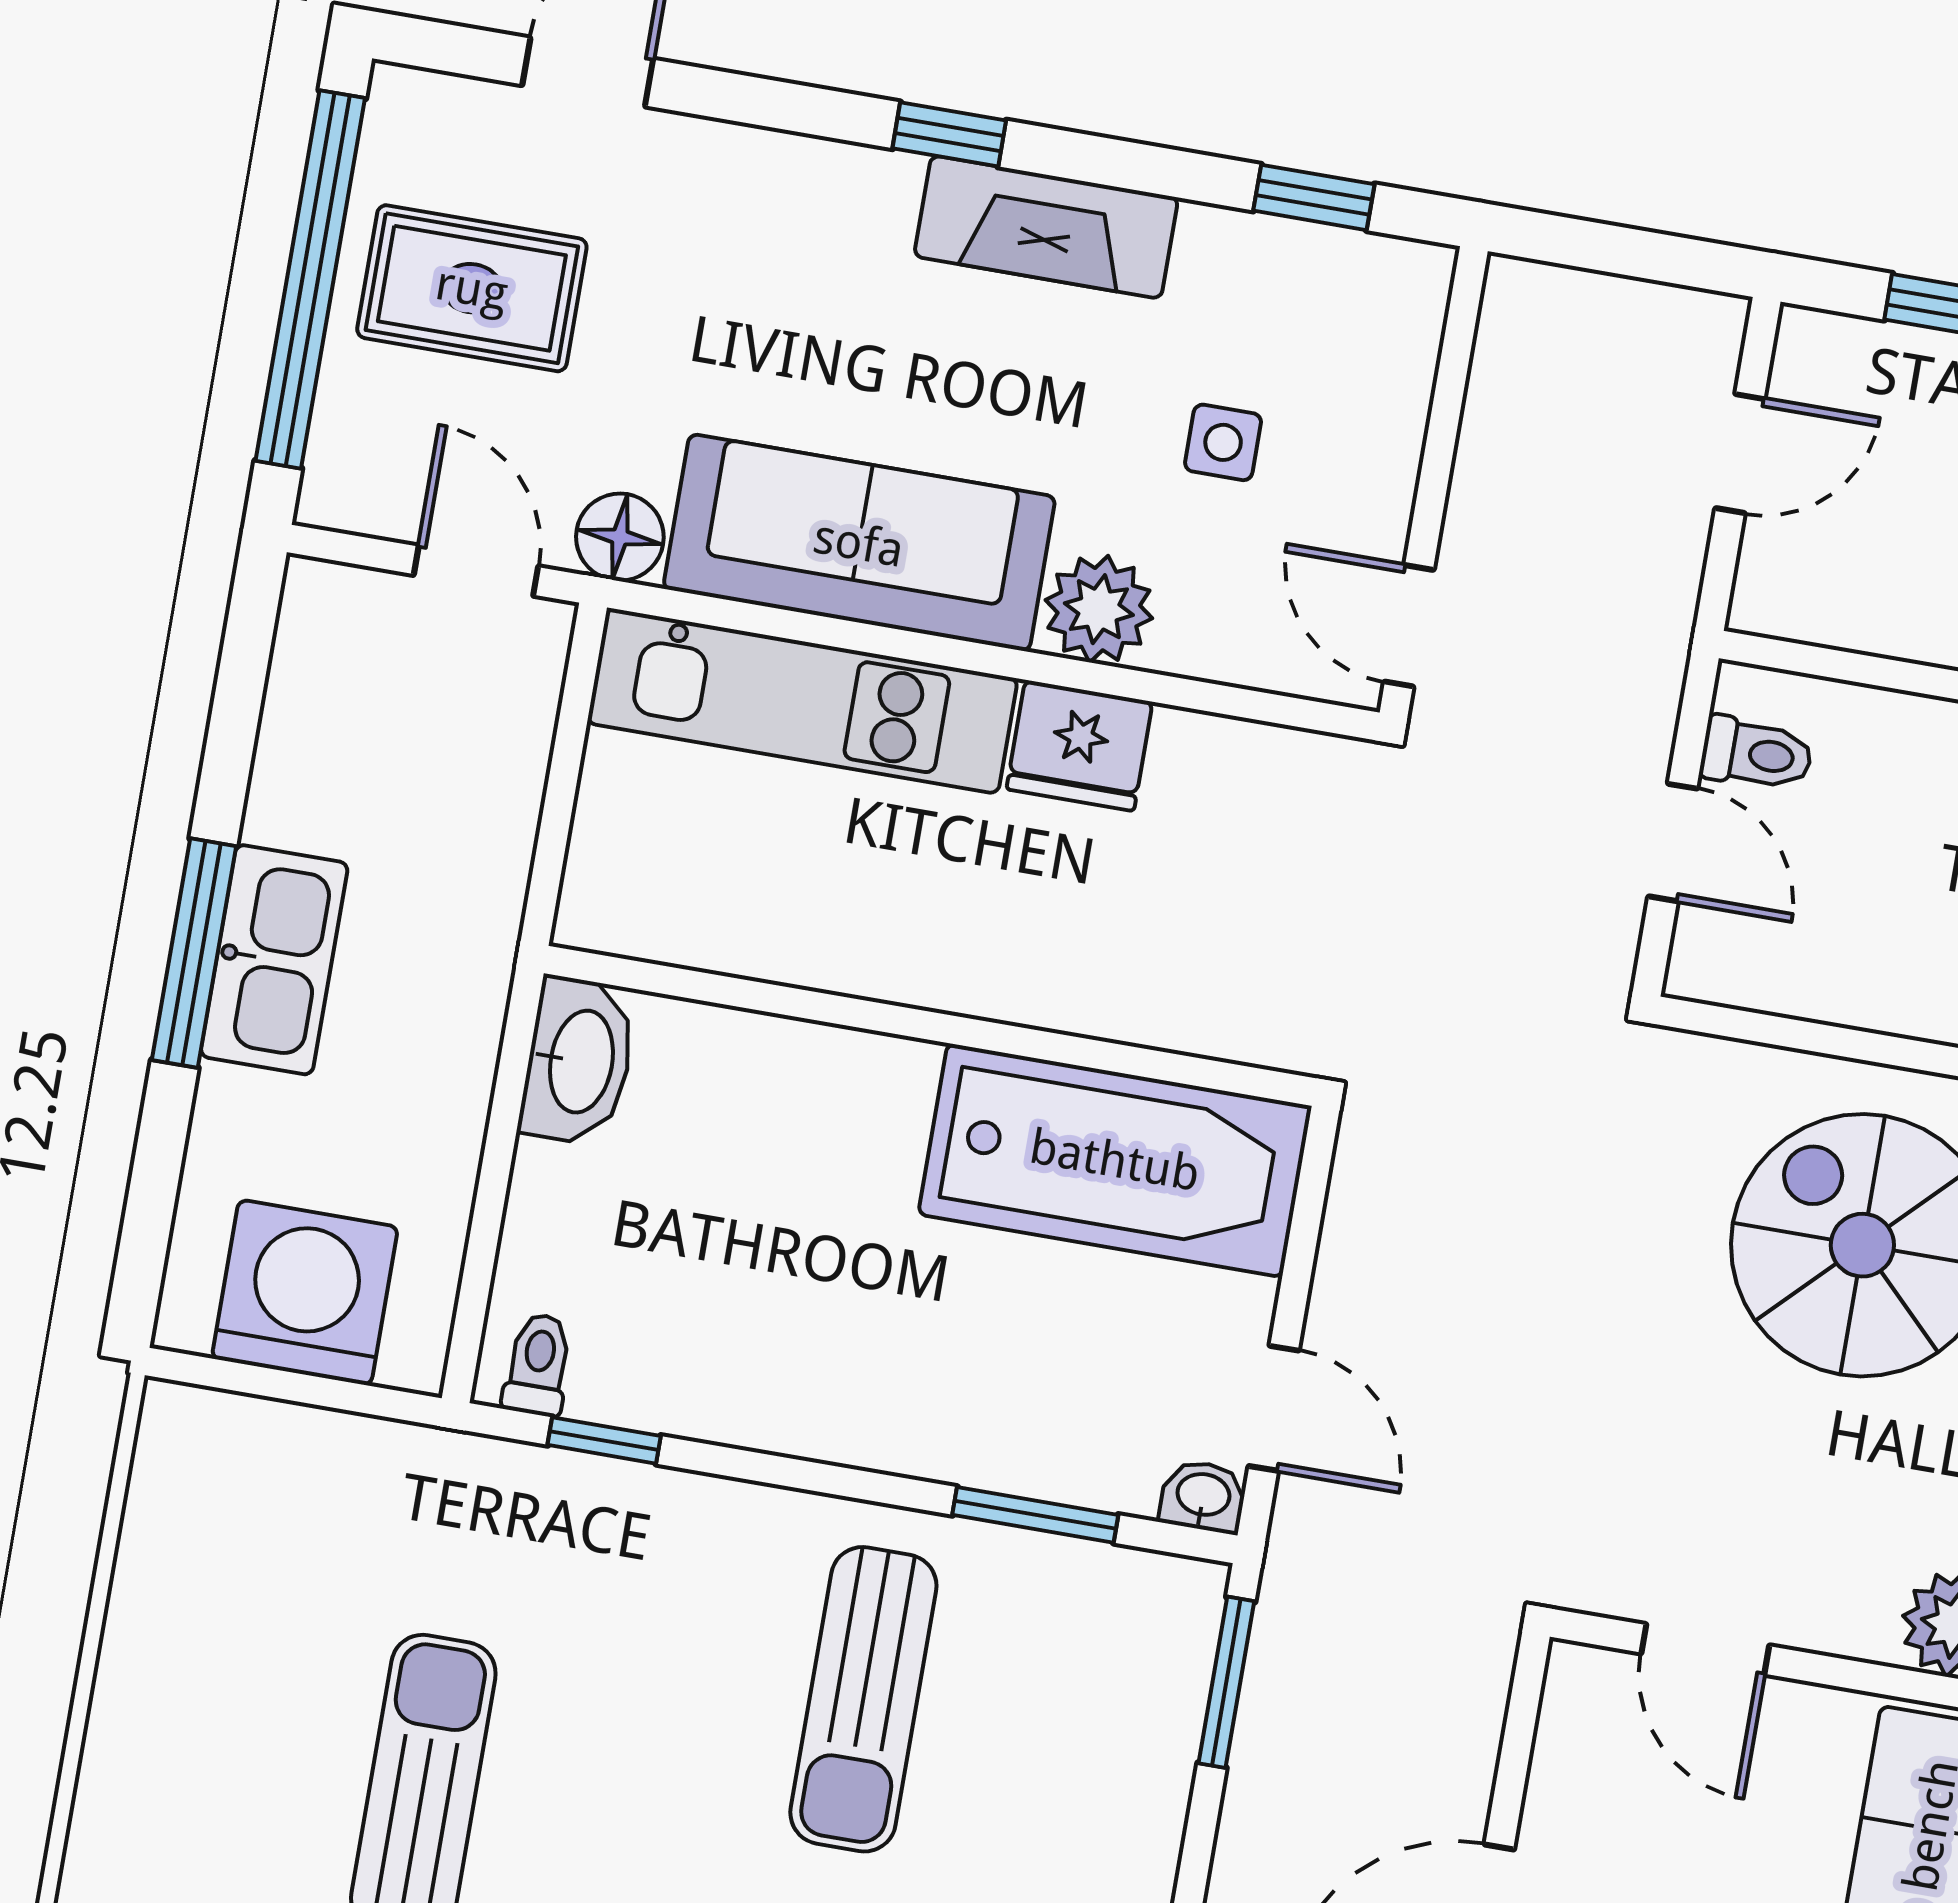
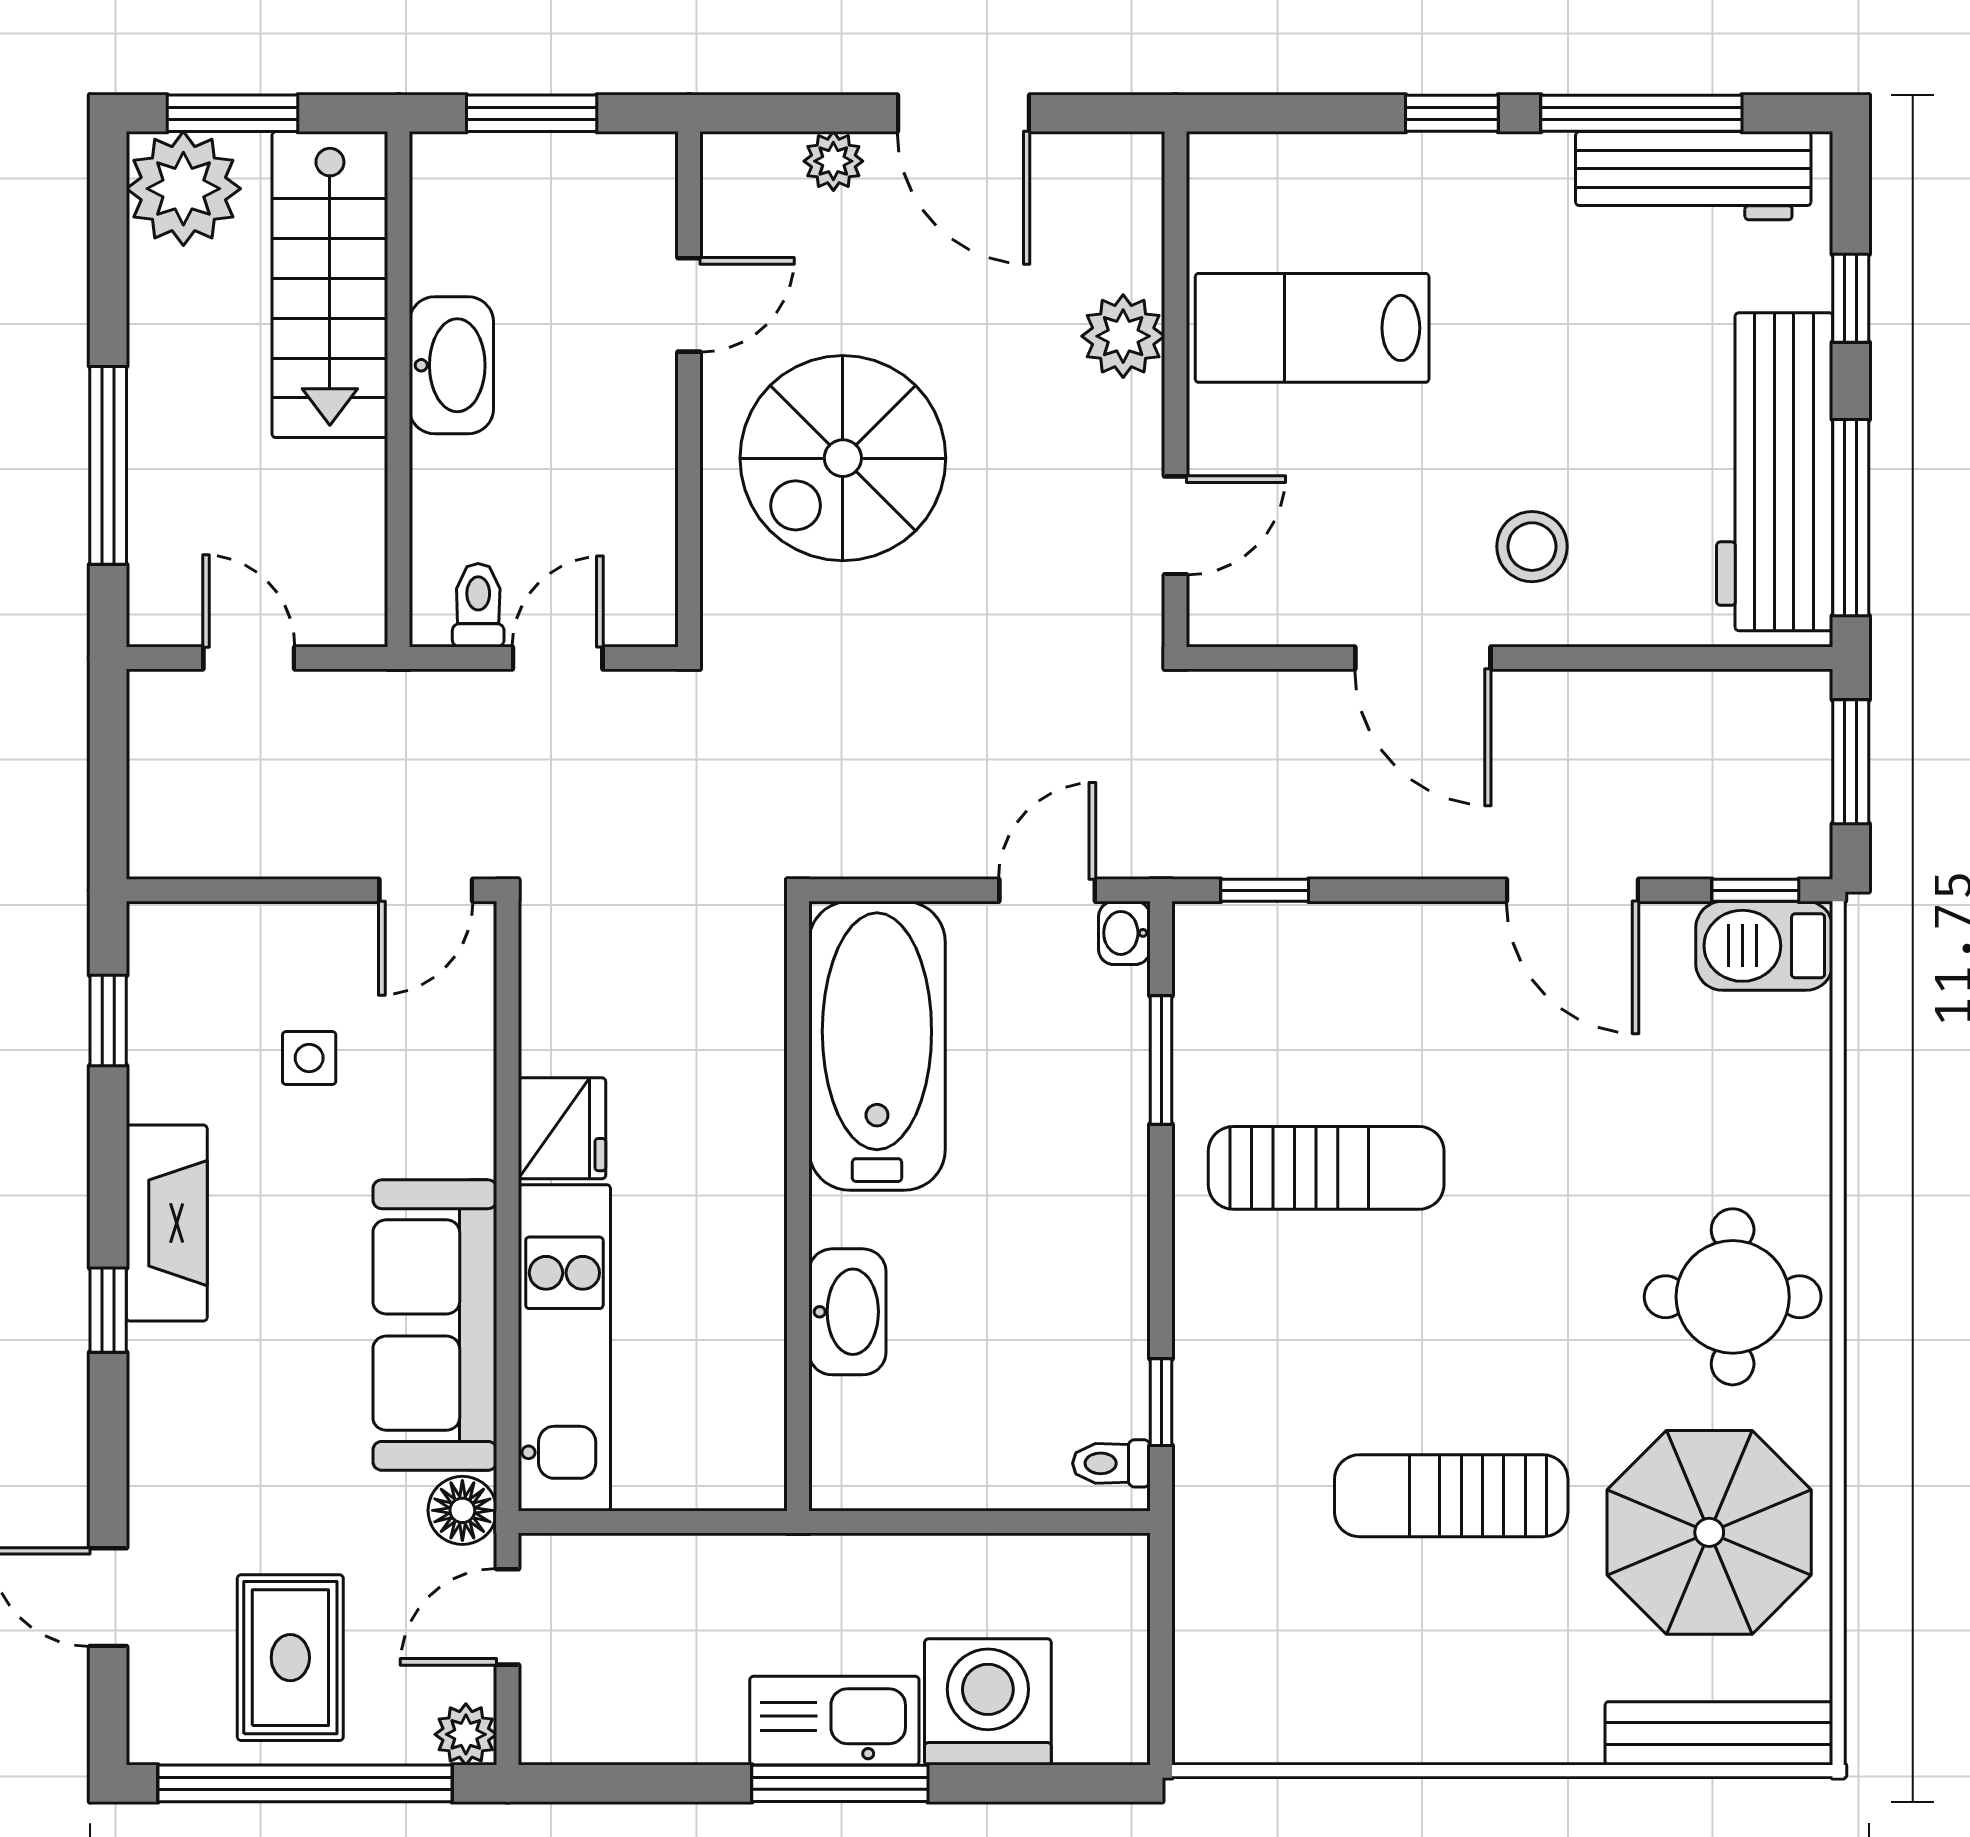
plant: (1099, 609) -> (466, 1734), moved, width x0.73, depth x0.73
washbasin: (578, 1061) -> (847, 1312), moved, turned 90
washing machine: (305, 1293) -> (988, 1702), moved, turned 90
window: (1226, 1682) -> (1265, 890), width x0.67

